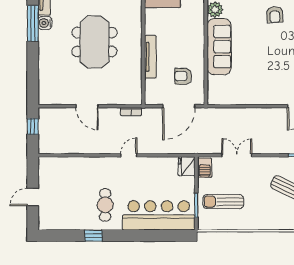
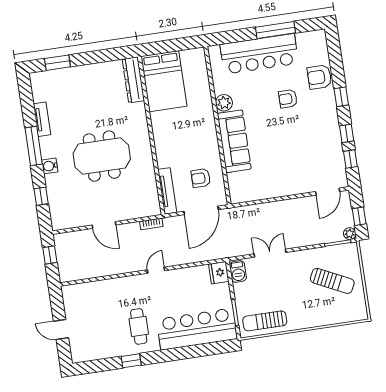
armchair: (275, 15) -> (288, 99), turned 93
water cooler: (45, 23) -> (50, 166), moved
meeting table: (94, 42) -> (102, 156), turned 90
tv unit: (150, 57) -> (167, 191), moved
window: (33, 71) -> (41, 196), added
door: (33, 197) -> (61, 329), hinge flipped
sun lounger: (223, 202) -> (265, 321), moved

